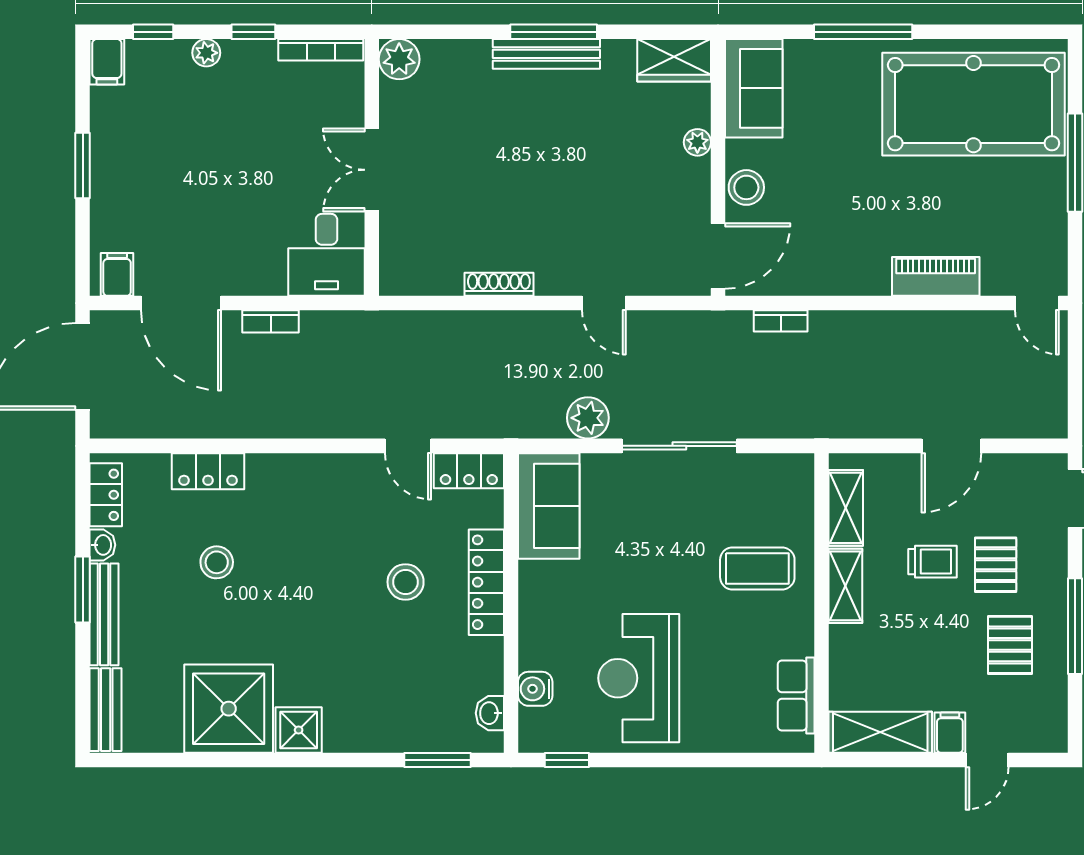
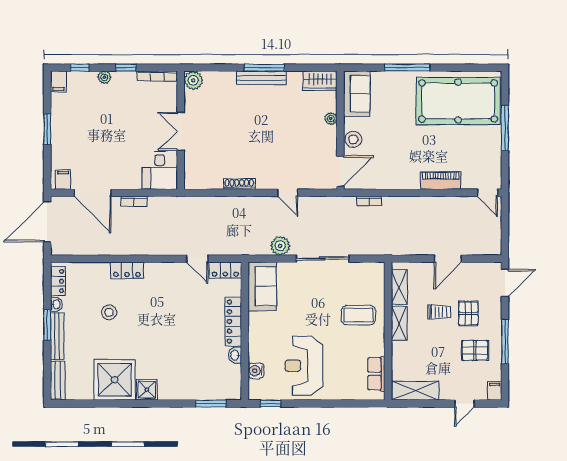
locker: (208, 471) -> (127, 270), moved
stool: (406, 582) -> (196, 321), removed
pallet: (1010, 645) -> (475, 350), turned 90
washbasin: (490, 713) -> (235, 355), moved
filing cabinet: (950, 733) -> (495, 391), moved

